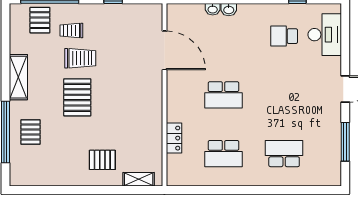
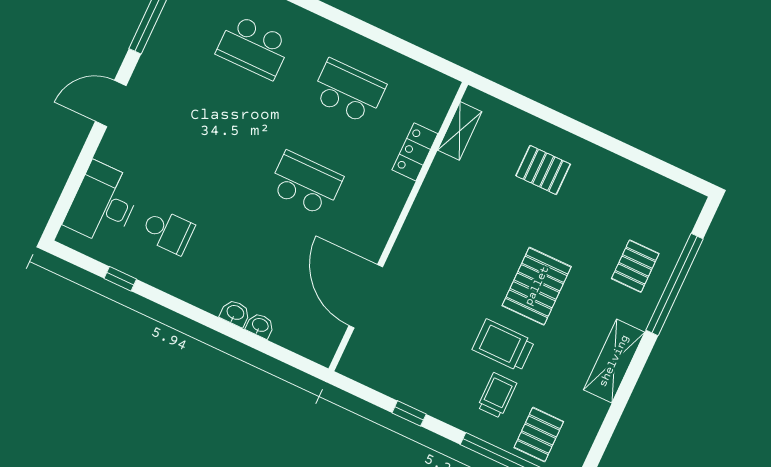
trolley: (71, 31) -> (497, 395), turned -90
shelving: (139, 179) -> (460, 131), moved, turned 90

